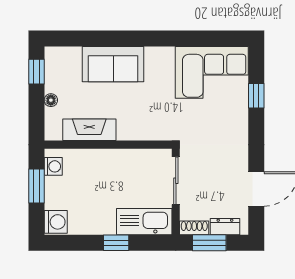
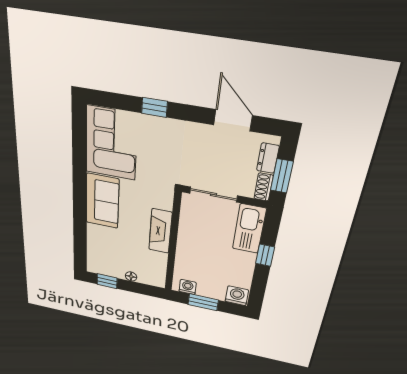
sofa: (113, 64) -> (102, 201), moved
window: (256, 96) -> (154, 107), moved
fireplace: (89, 130) -> (160, 231), moved

